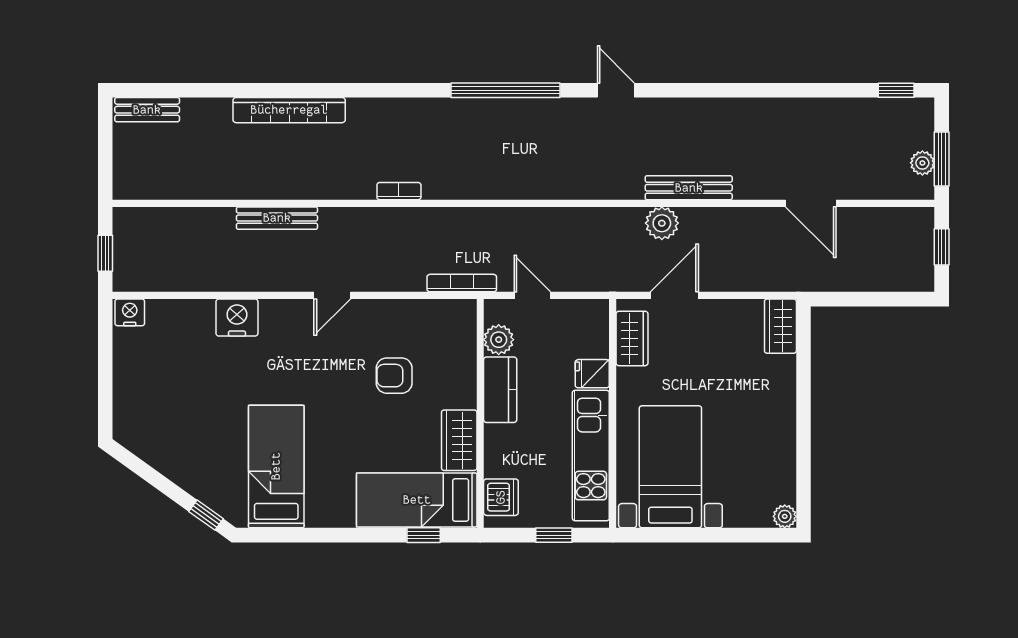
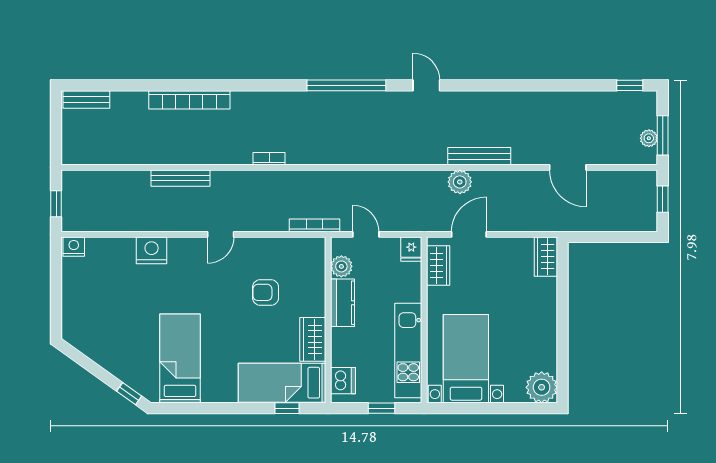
fridge: (592, 374) -> (411, 249), moved, turned -90
plant: (785, 516) -> (542, 387), width x1.88, depth x1.88

